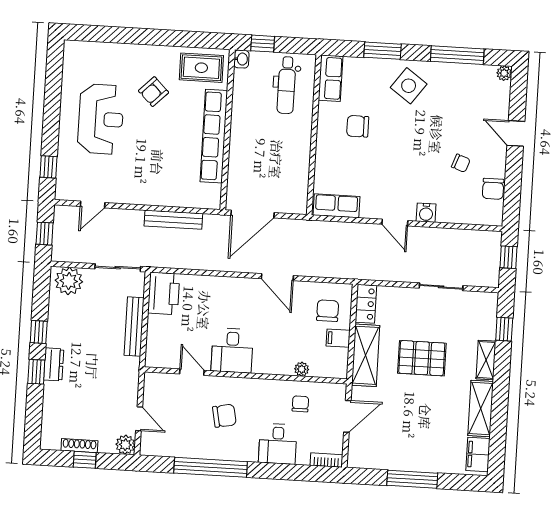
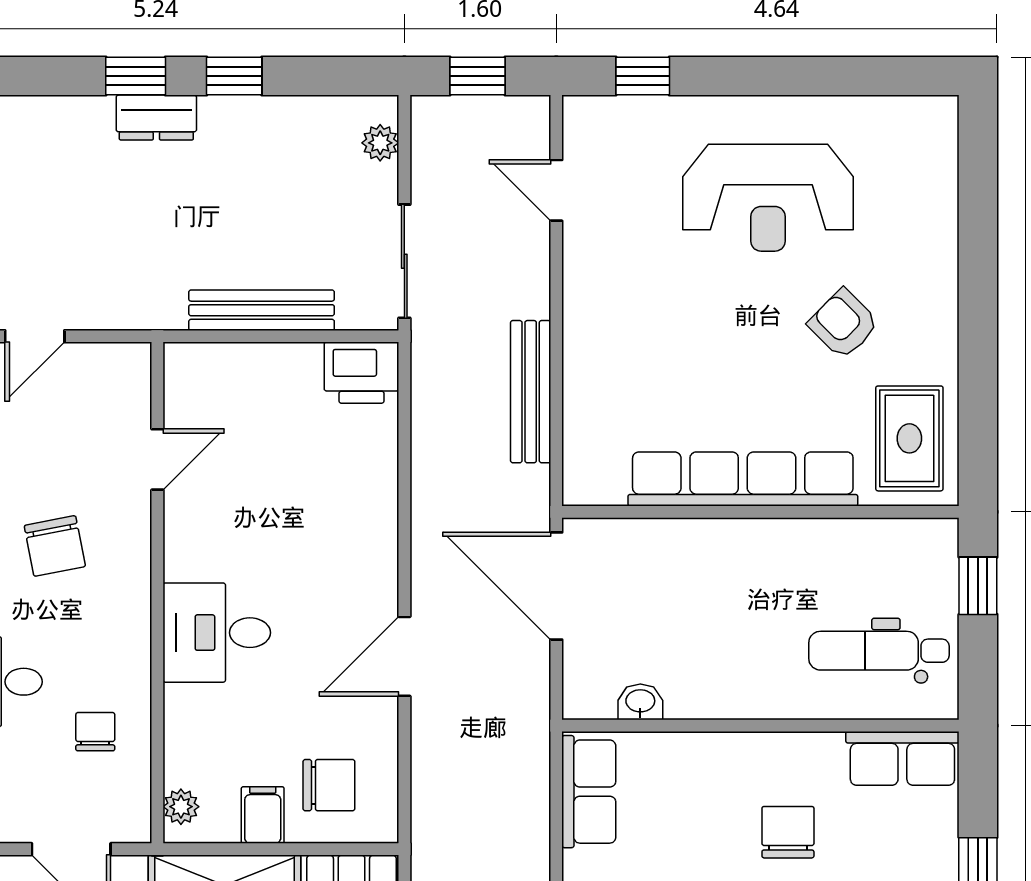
washbasin: (241, 59) -> (640, 702), moved, turned 180
plant: (69, 281) -> (380, 143), width x0.53, depth x0.53
printer: (164, 293) -> (361, 373), width x0.73, depth x0.84
desk: (232, 351) -> (217, 633), moved
plant: (302, 369) -> (181, 807), moved
chair: (300, 404) -> (95, 732), turned -90

